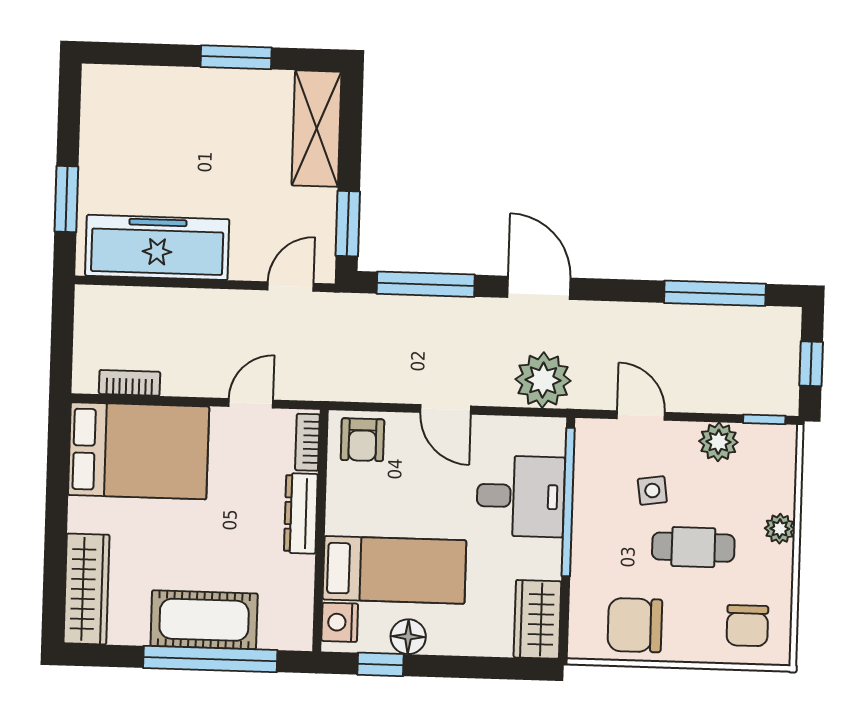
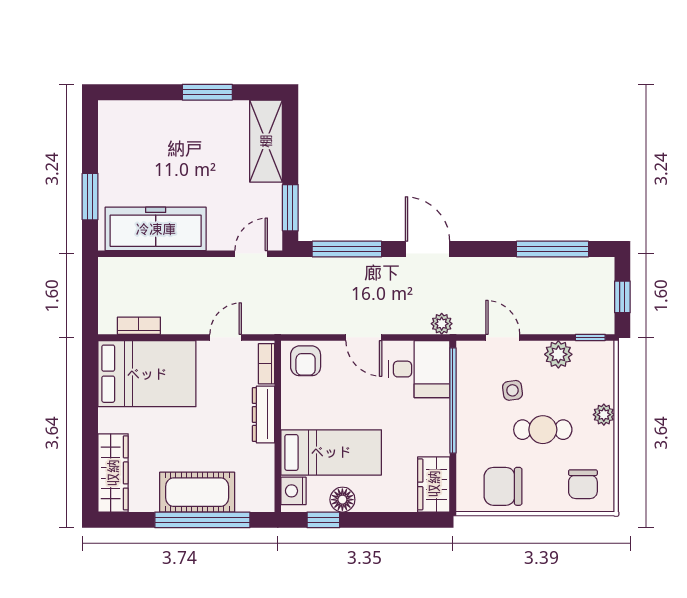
plant: (543, 380) -> (442, 324), width x0.53, depth x0.53
desk: (521, 496) -> (419, 369), moved

